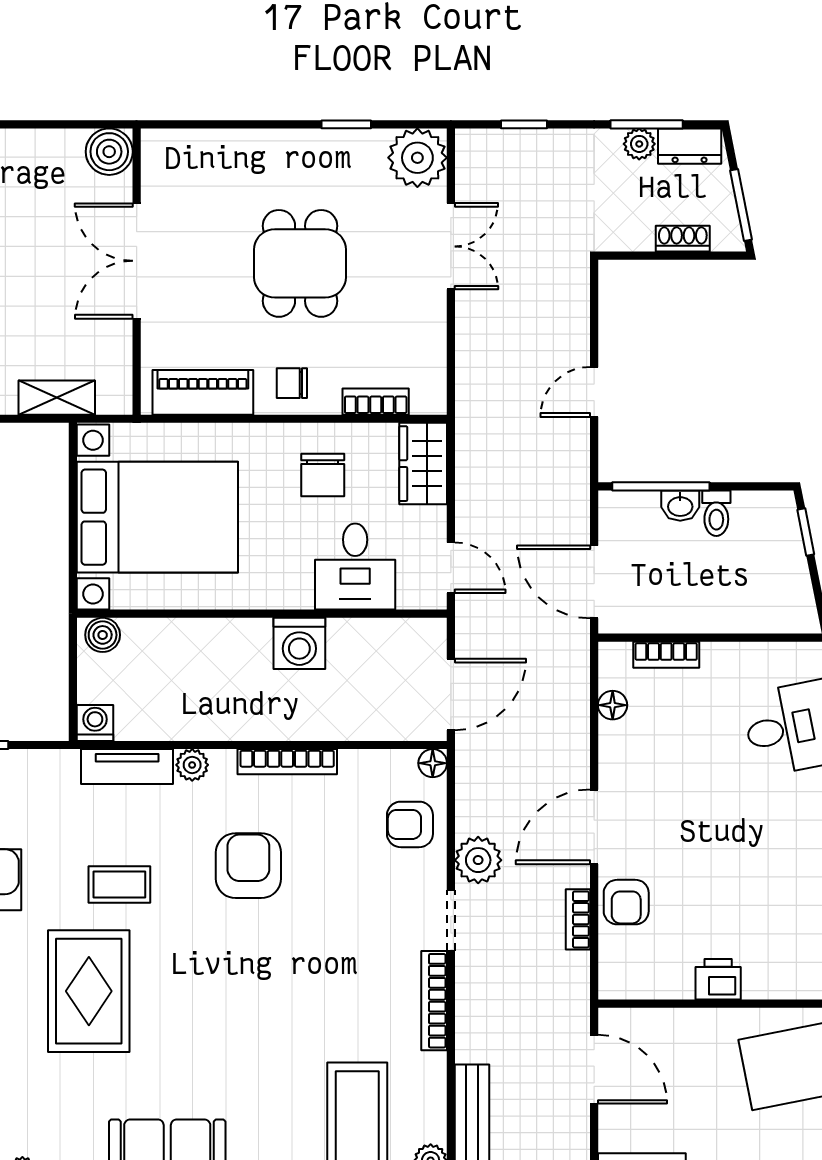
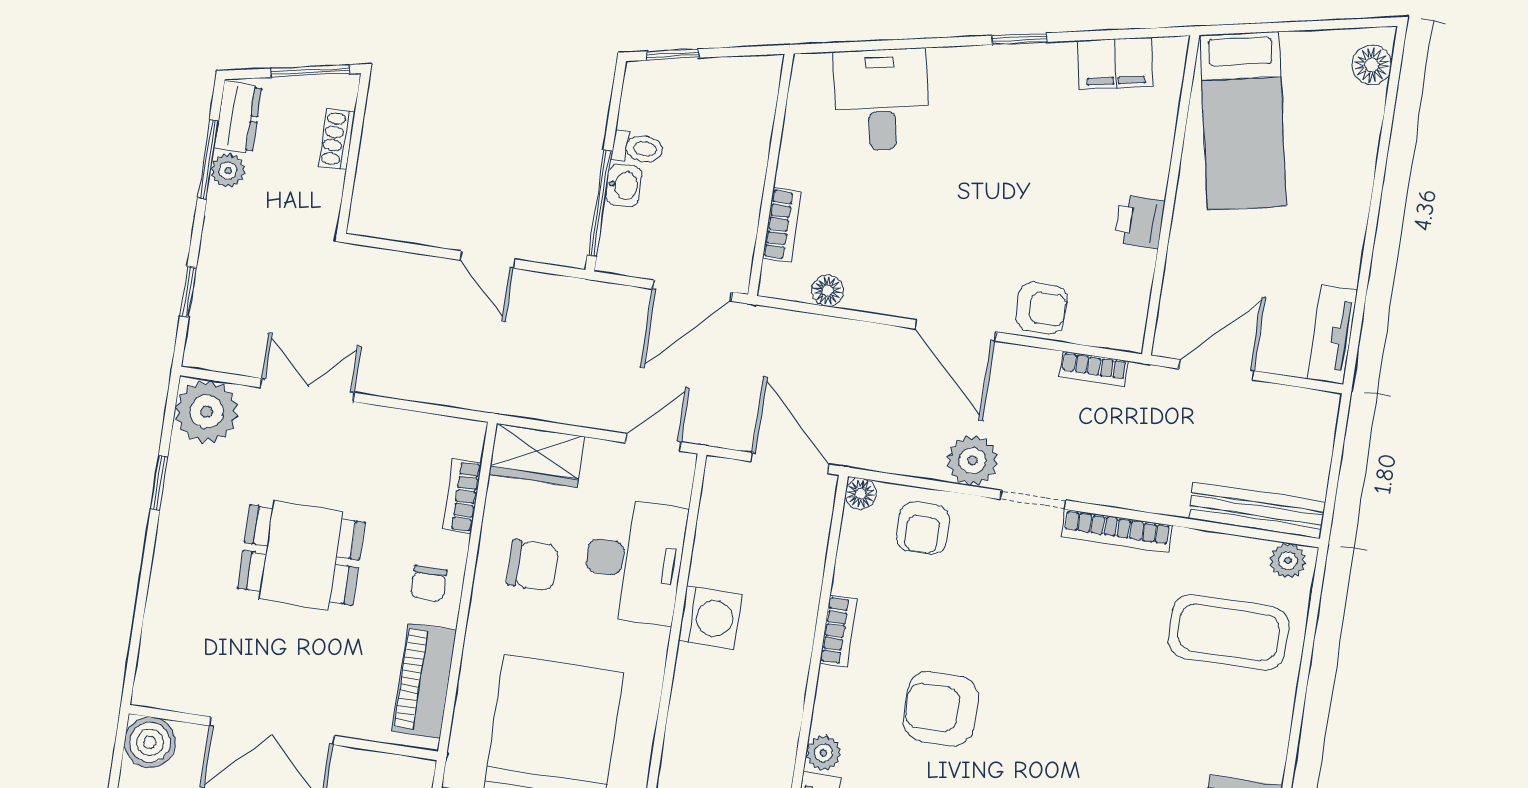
desk: (355, 567) -> (634, 561), width x1.37
bookcase: (287, 762) -> (838, 631), width x0.64
bookcase: (578, 919) -> (1094, 369), moved

